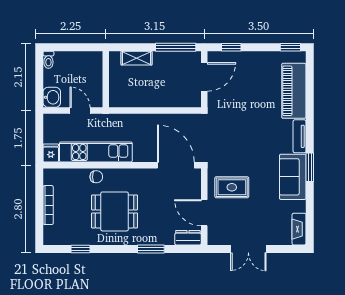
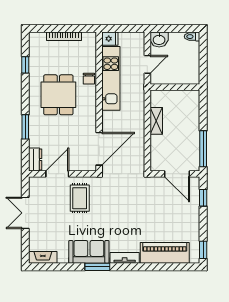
shelving: (137, 58) -> (156, 121), moved

